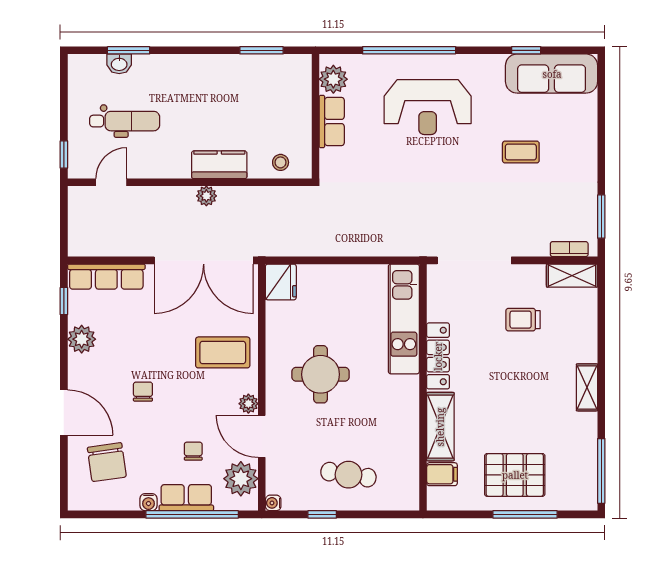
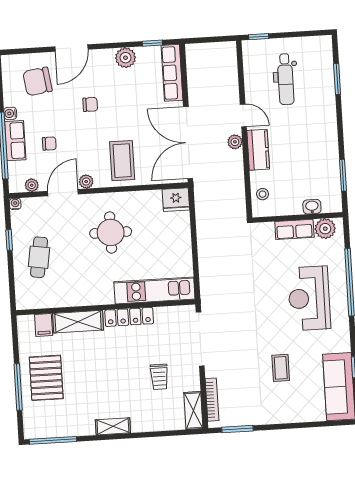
washbasin: (119, 64) -> (312, 207), moved, turned 90
door: (111, 182) -> (243, 115), moved
bookcase: (569, 249) -> (212, 400), width x1.56
trolley: (523, 320) -> (159, 377), turned 180
plant: (241, 479) -> (32, 185), width x0.53, depth x0.53

